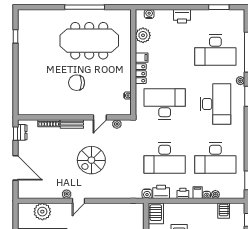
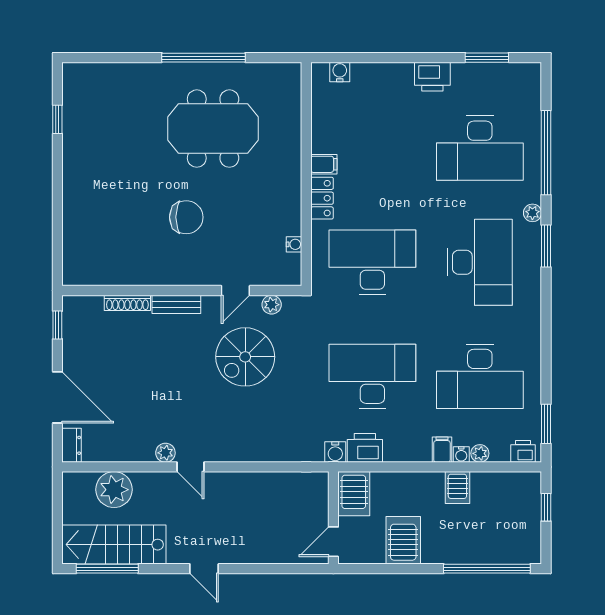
printer: (182, 16) -> (432, 77), moved
plant: (143, 35) -> (327, 117), removed
meeting table: (89, 41) -> (213, 129), width x0.73
chair: (77, 83) -> (186, 217), turned 180
dresser: (22, 132) -> (72, 445), moved
desk: (165, 158) -> (372, 376), turned 180
spiral stairs: (91, 160) -> (245, 357), moved
printer: (183, 193) -> (523, 451), moved
door: (79, 201) -> (190, 467), hinge flipped
server rack: (224, 211) -> (457, 488), moved

